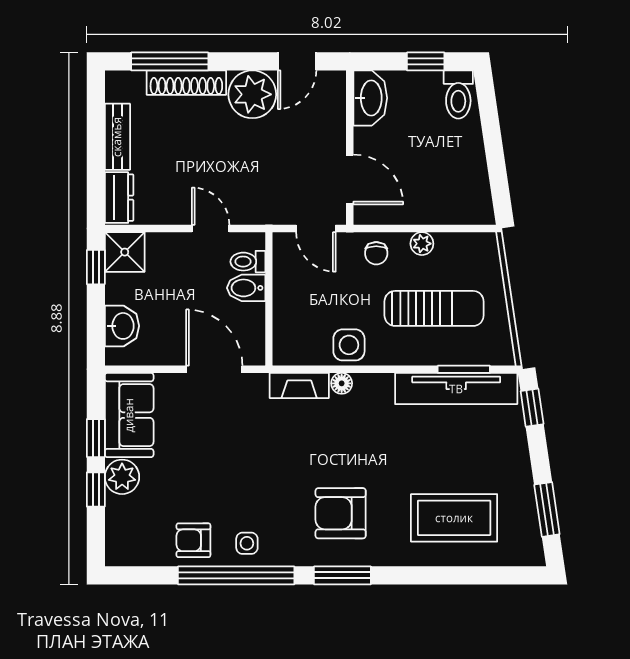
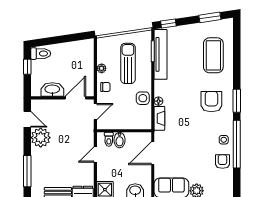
shoe rack: (186, 83) -> (36, 164), removed
washbasin: (370, 98) -> (52, 89), moved
armchair: (341, 513) -> (211, 102), turned 180
armchair: (193, 540) -> (222, 162), turned 180

